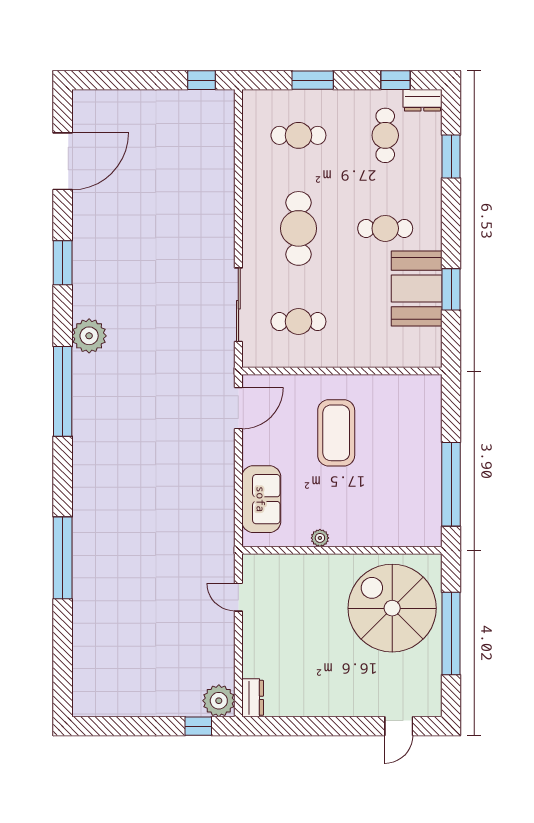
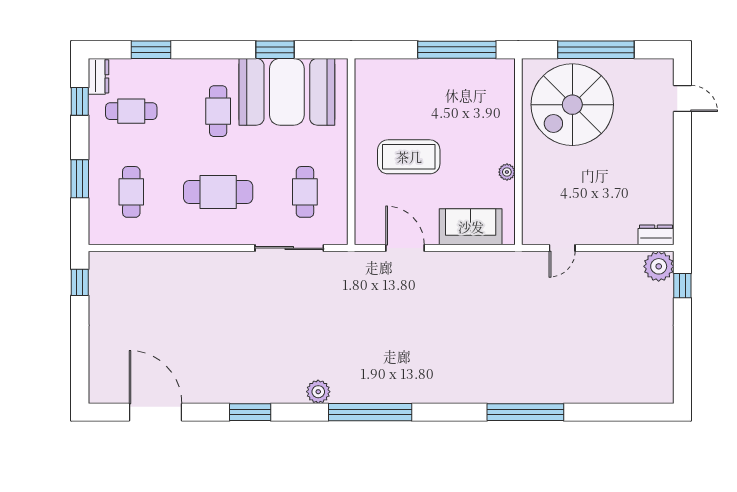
booth: (417, 289) -> (287, 92), width x1.36, depth x1.42
plant: (89, 336) -> (318, 392), width x0.73, depth x0.73
door: (238, 408) -> (405, 248), moved

